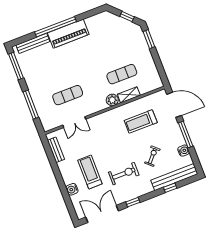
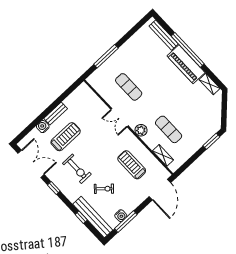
window: (127, 17) -> (224, 112), removed
shelving: (95, 19) -> (210, 84), added
window: (16, 66) -> (136, 28), removed
shelving: (129, 95) -> (163, 155), moved
double door: (74, 122) -> (120, 118), moved
window: (186, 134) -> (126, 222), moved
bench: (56, 150) -> (56, 114), moved

